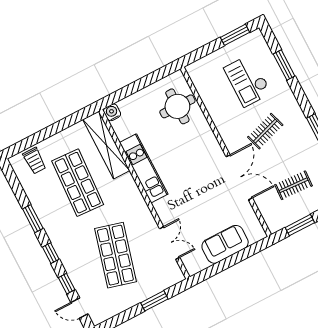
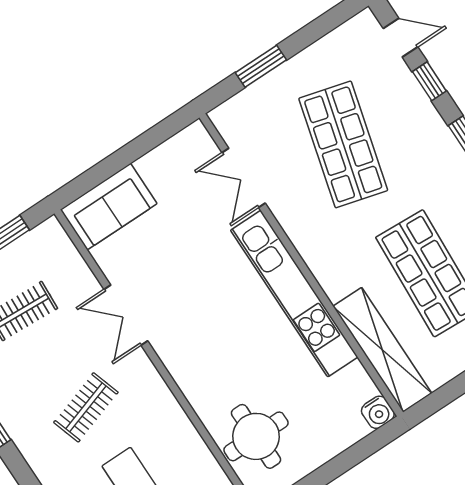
kitchen unit: (144, 168) -> (294, 294), width x1.36
double door: (239, 177) -> (126, 315), width x0.73
sofa: (225, 244) -> (109, 207), moved

